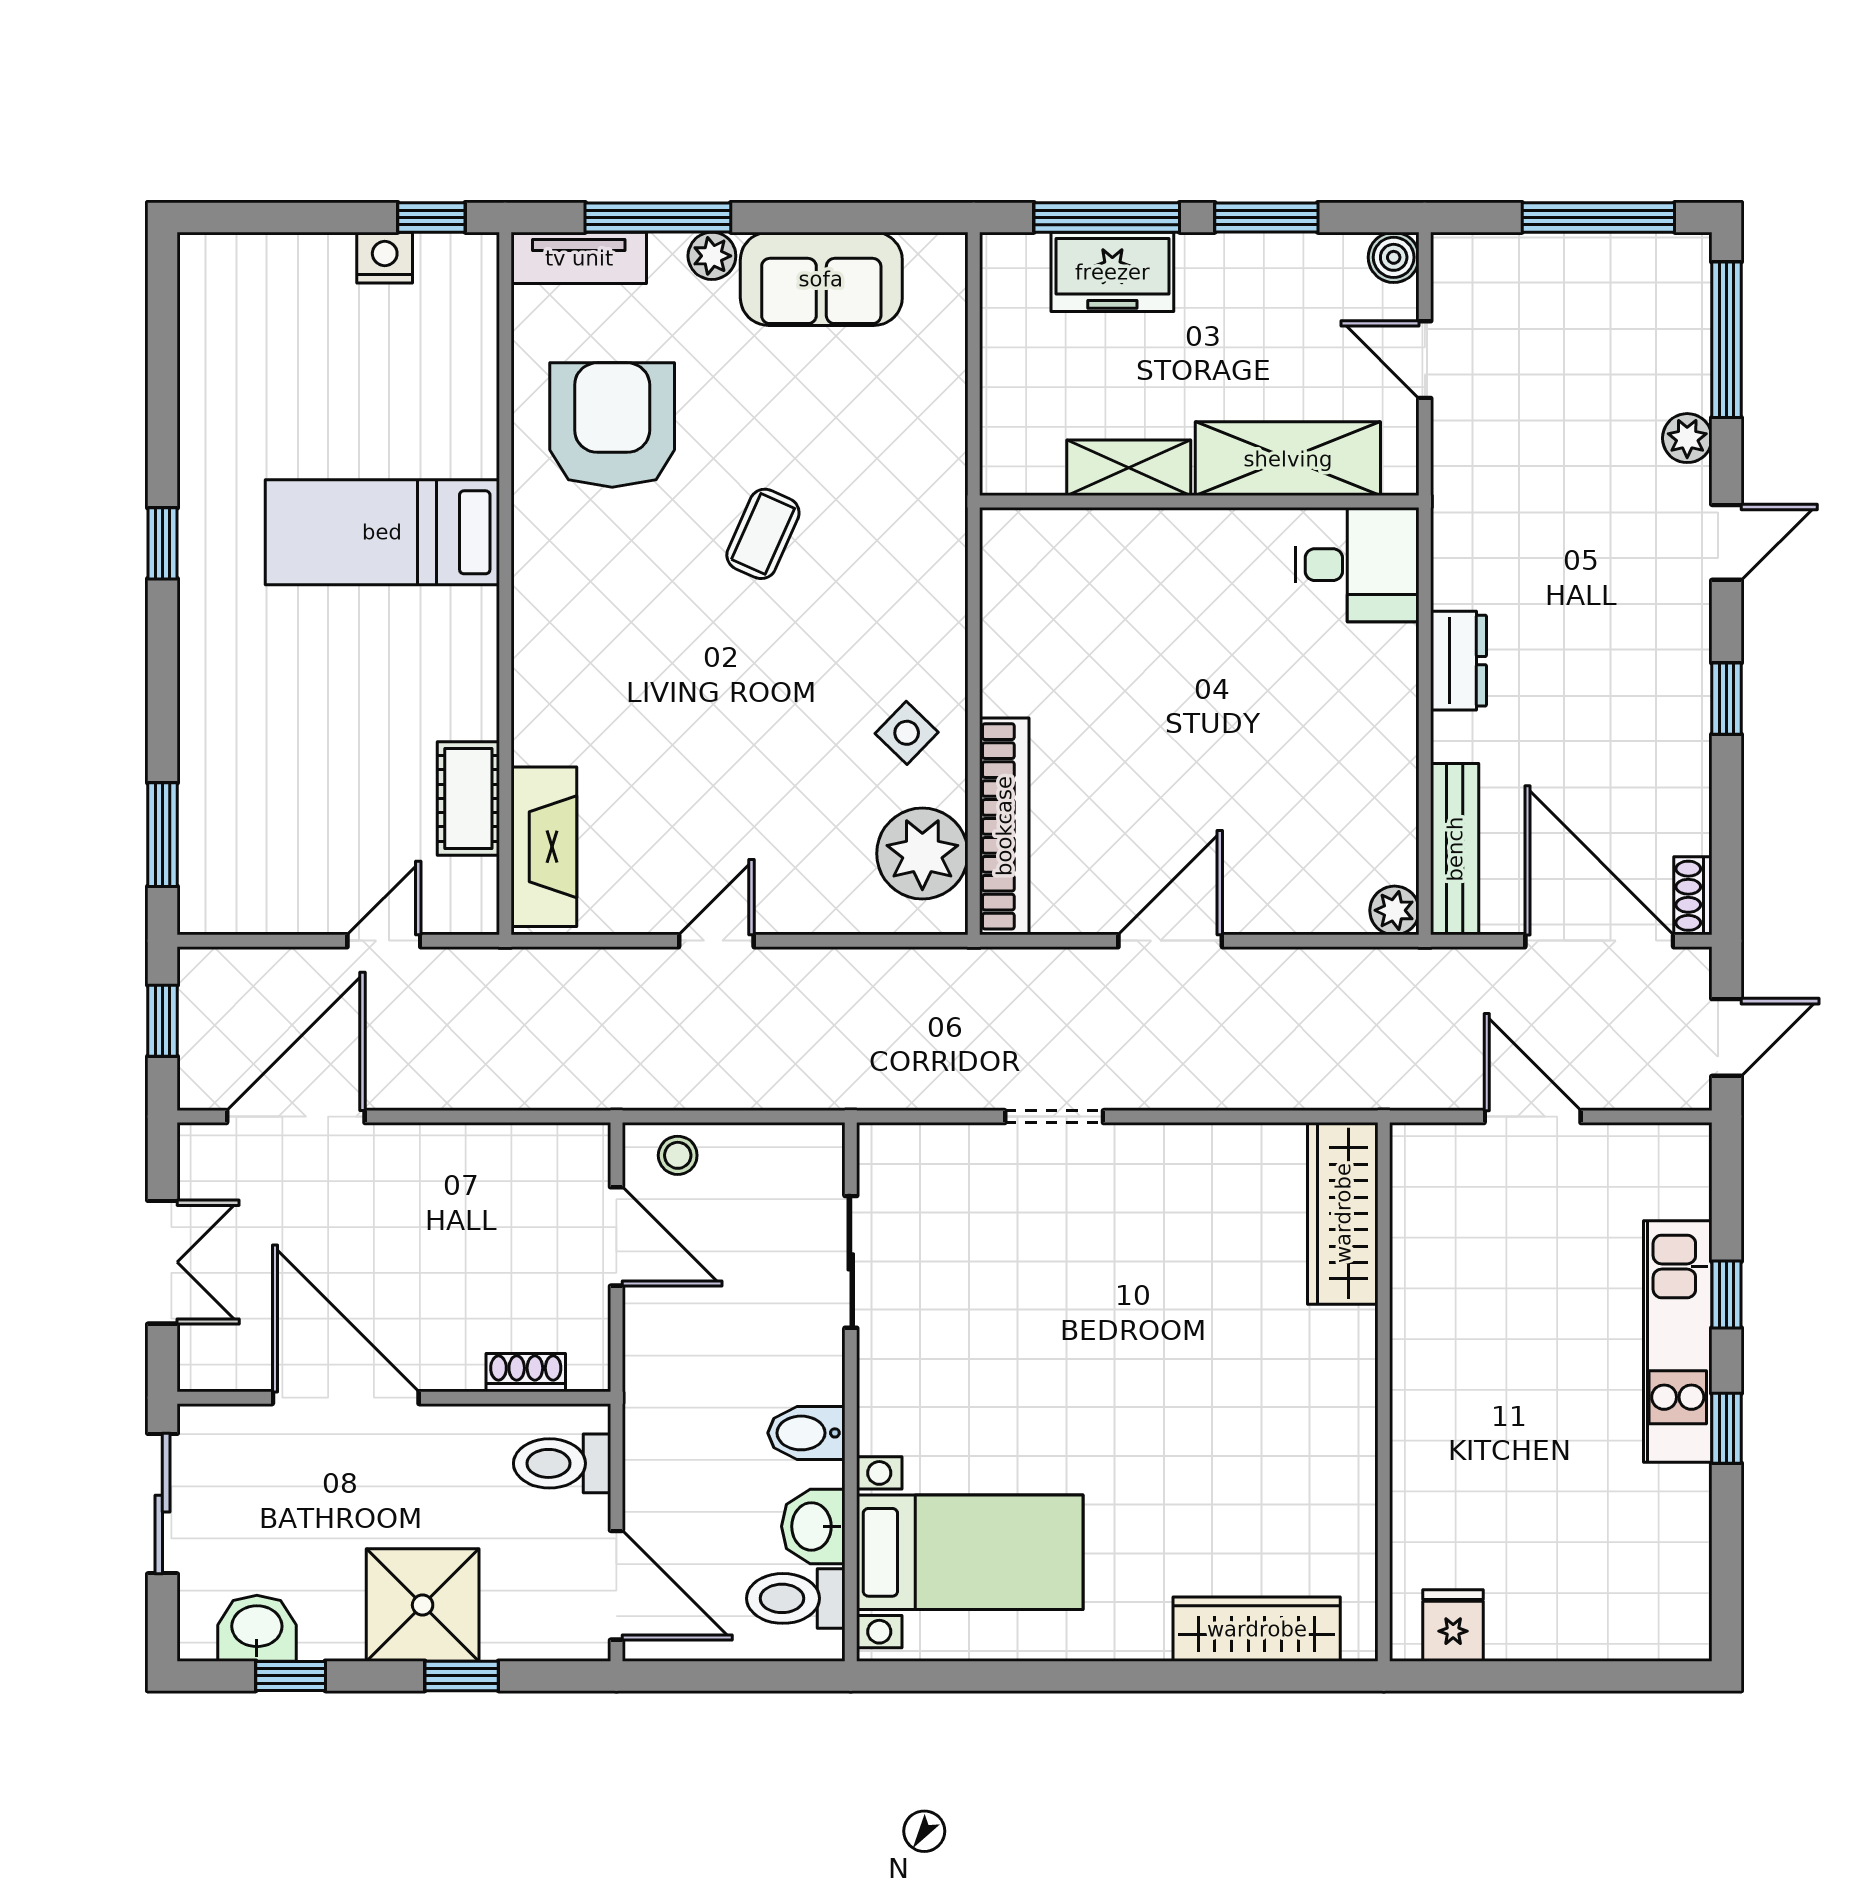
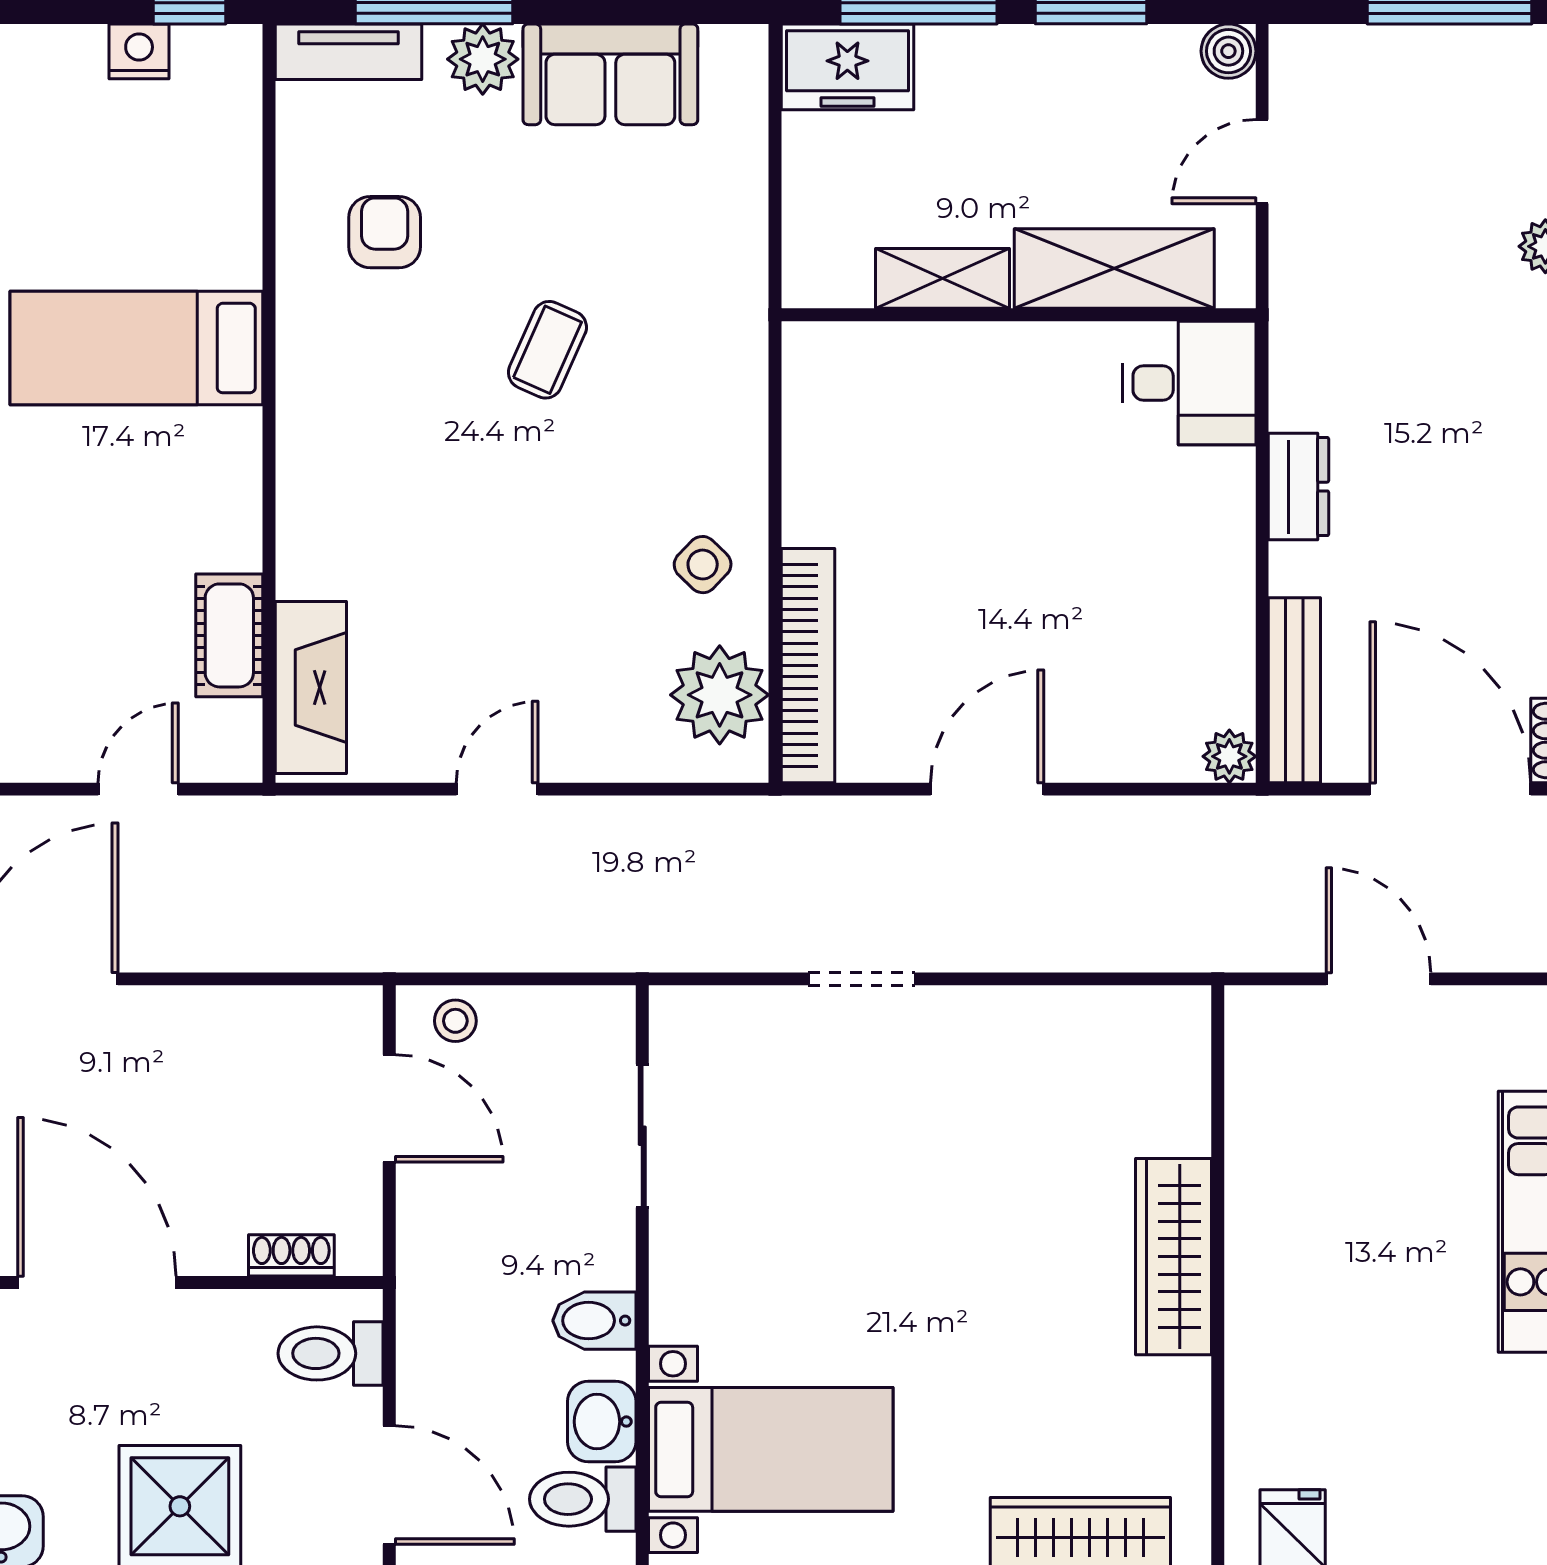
plant: (712, 256) -> (483, 59), width x1.38, depth x1.38
freezer: (1112, 272) -> (847, 67), moved
door: (1425, 360) -> (1262, 162), hinge flipped
armchair: (612, 425) -> (385, 232), width x0.53, depth x0.53
wardrobe: (1343, 1213) -> (1174, 1257), moved

